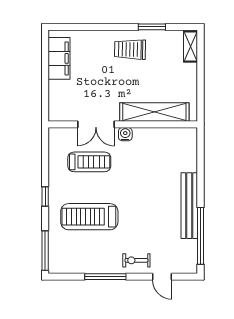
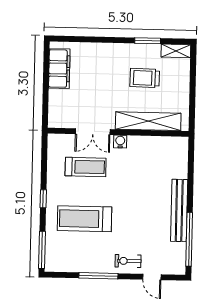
shelving: (191, 46) -> (176, 51), moved, turned 90
trolley: (130, 49) -> (145, 78), moved

